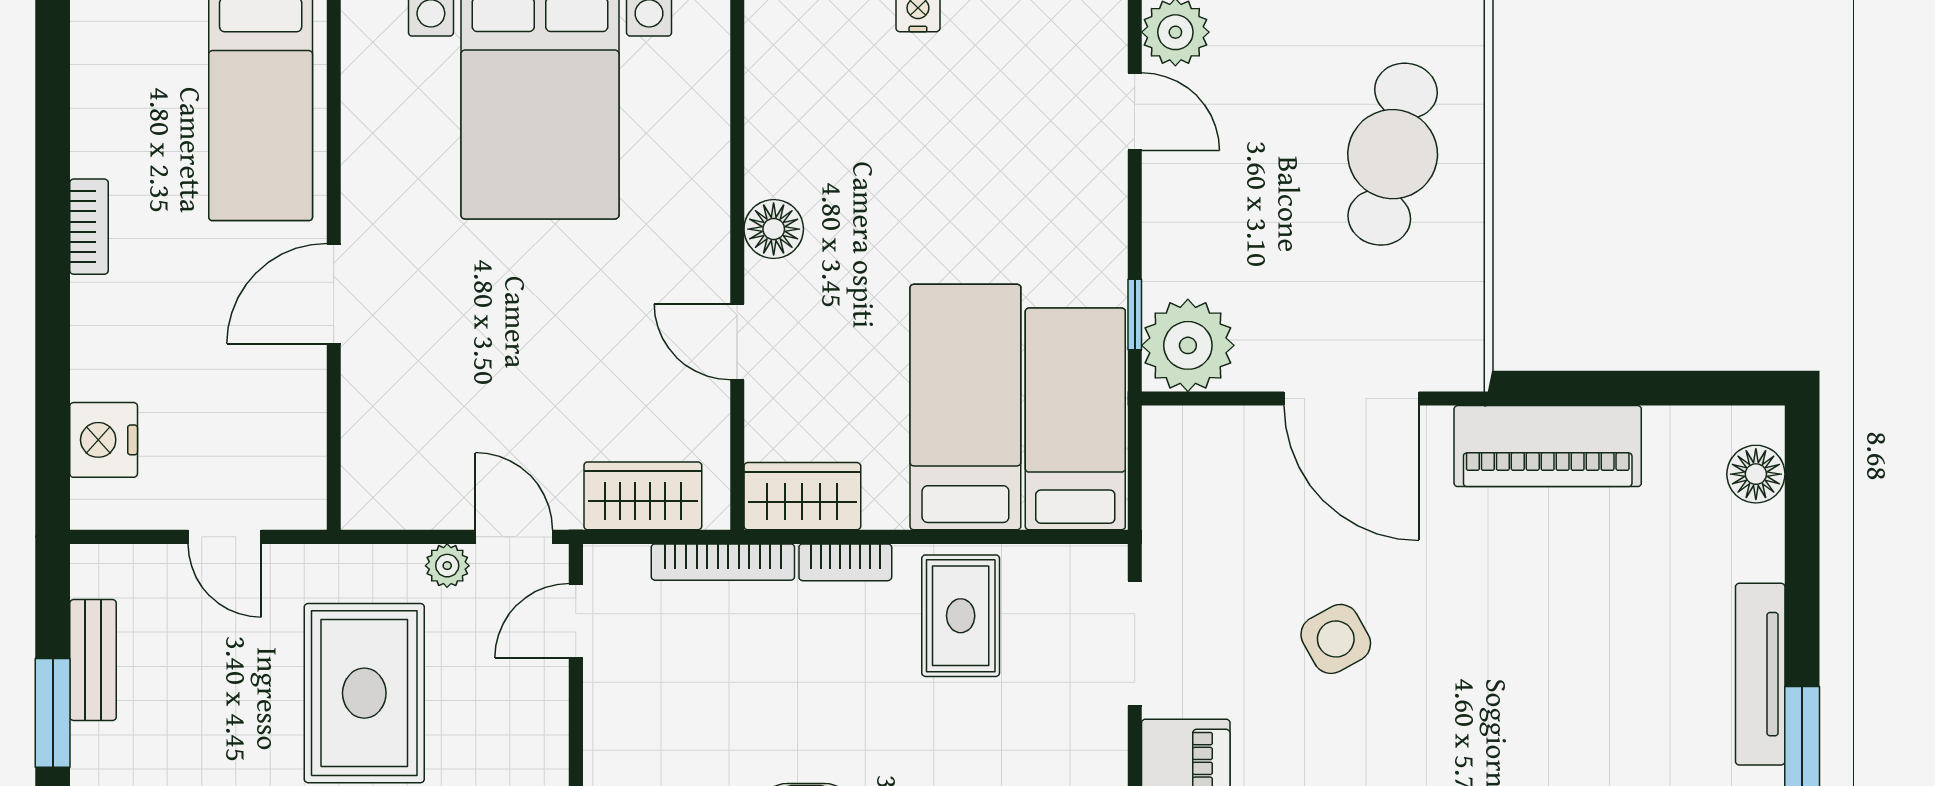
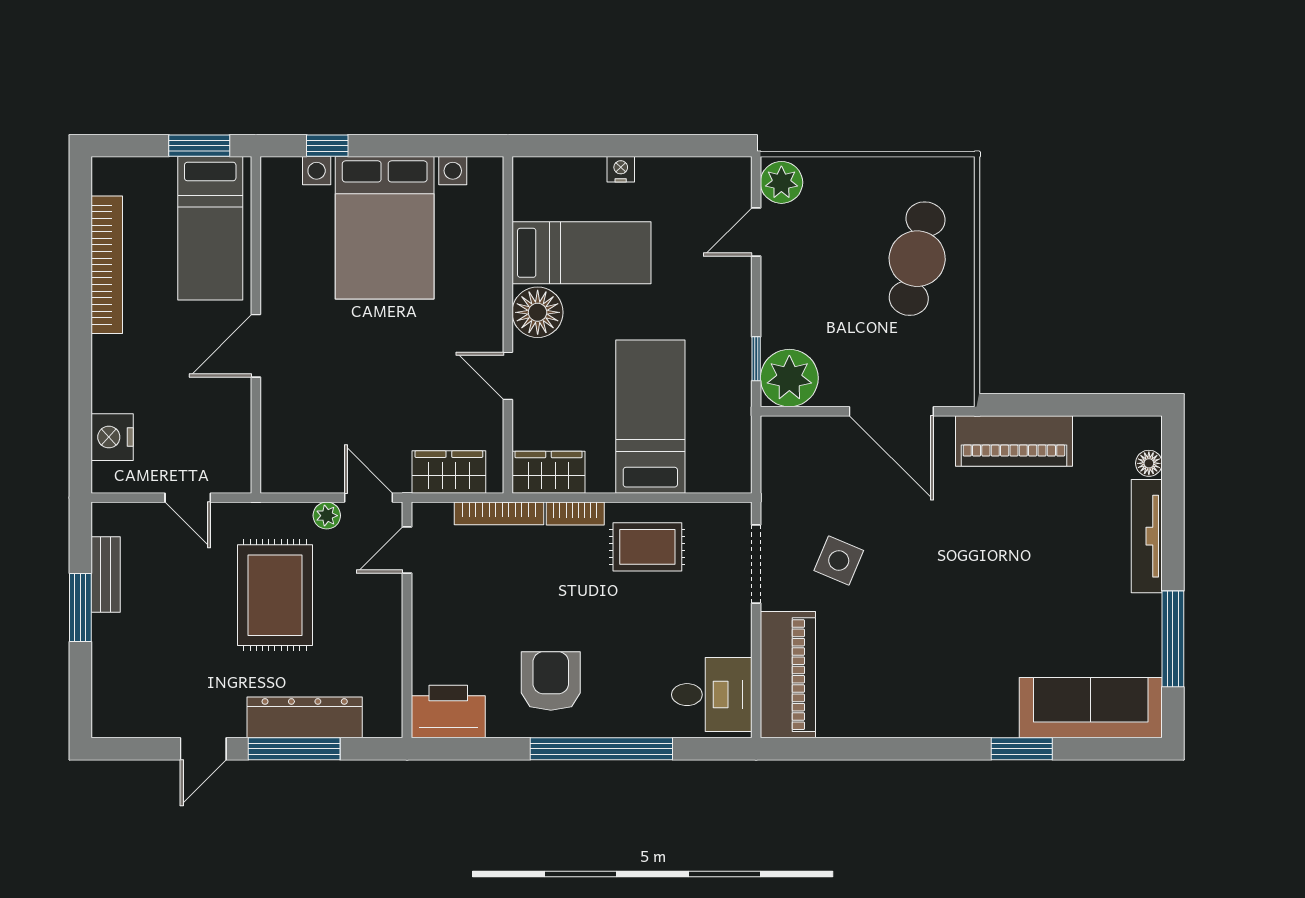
door: (1135, 111) -> (756, 232), swing flipped
bookcase: (89, 227) -> (107, 265), width x2.31, depth x1.31
floor lamp: (774, 229) -> (538, 312), width x1.38, depth x1.38
bed: (1075, 419) -> (581, 253), moved, turned 90
floor lamp: (1756, 474) -> (1149, 463), width x0.73, depth x0.73
rug: (961, 616) -> (647, 547), turned 90
side table: (1336, 639) -> (839, 561), moved, turned -38
tv unit: (1760, 674) -> (1147, 536), moved

